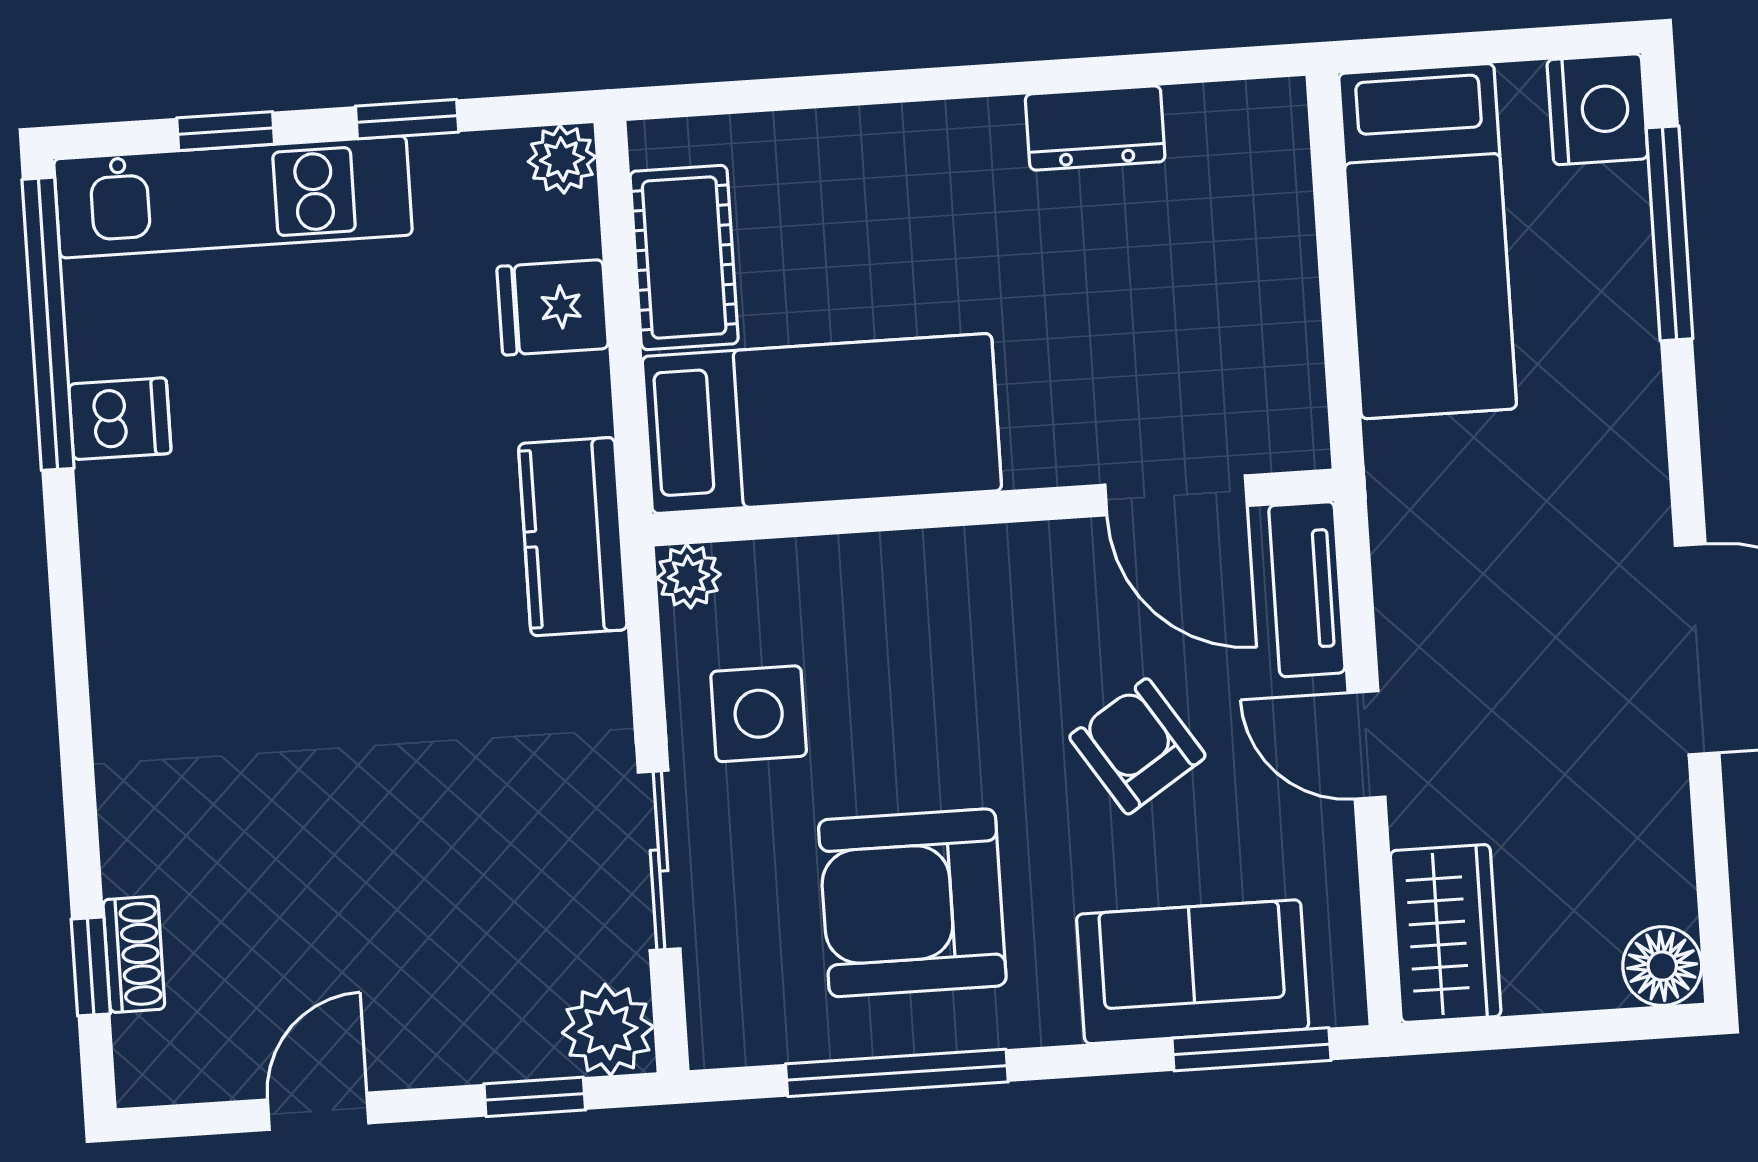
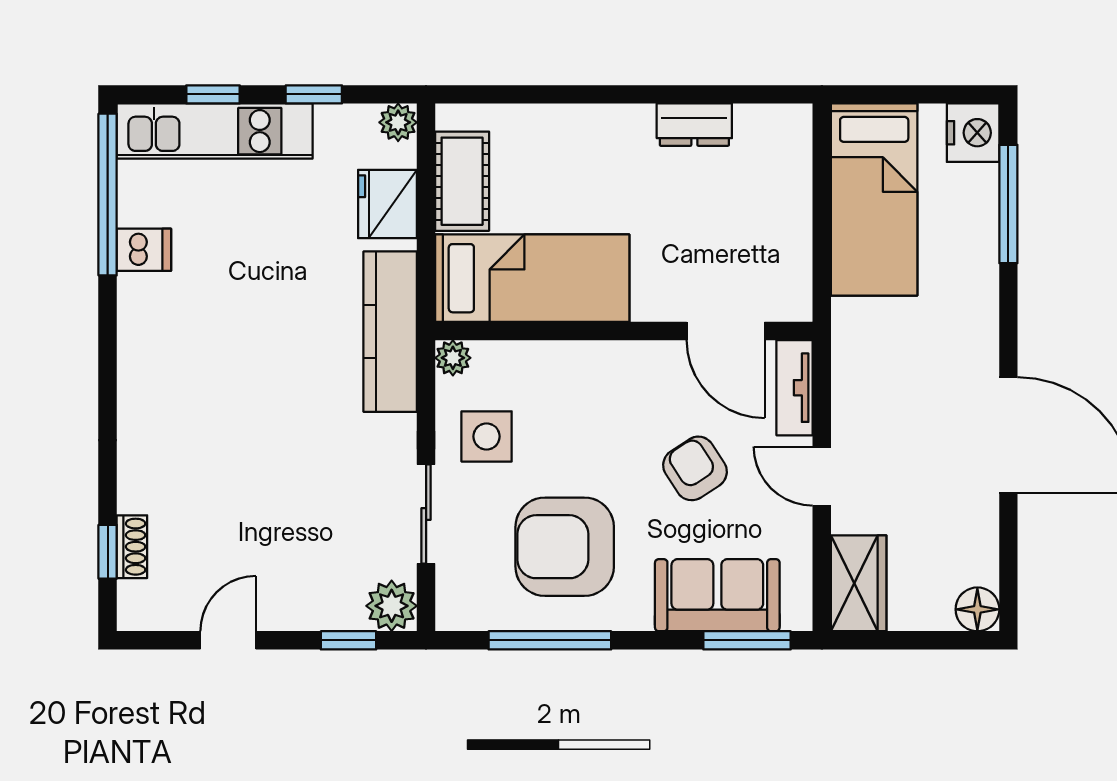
fridge: (553, 307) -> (387, 204), width x1.38
kitchen counter: (573, 537) -> (390, 332), width x1.50

